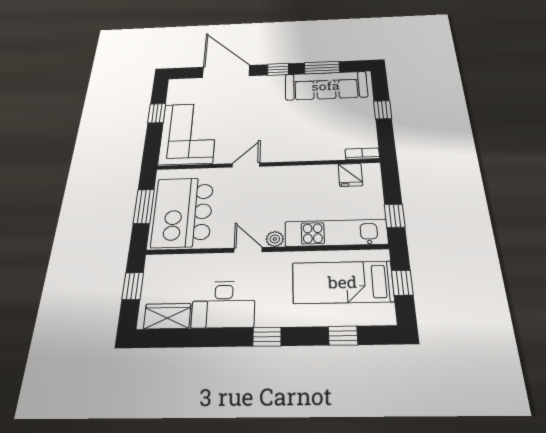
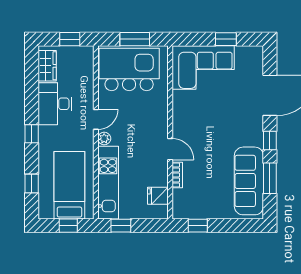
window: (383, 110) -> (198, 226), moved
bookcase: (362, 154) -> (177, 175), moved
door: (246, 165) -> (170, 149), moved

